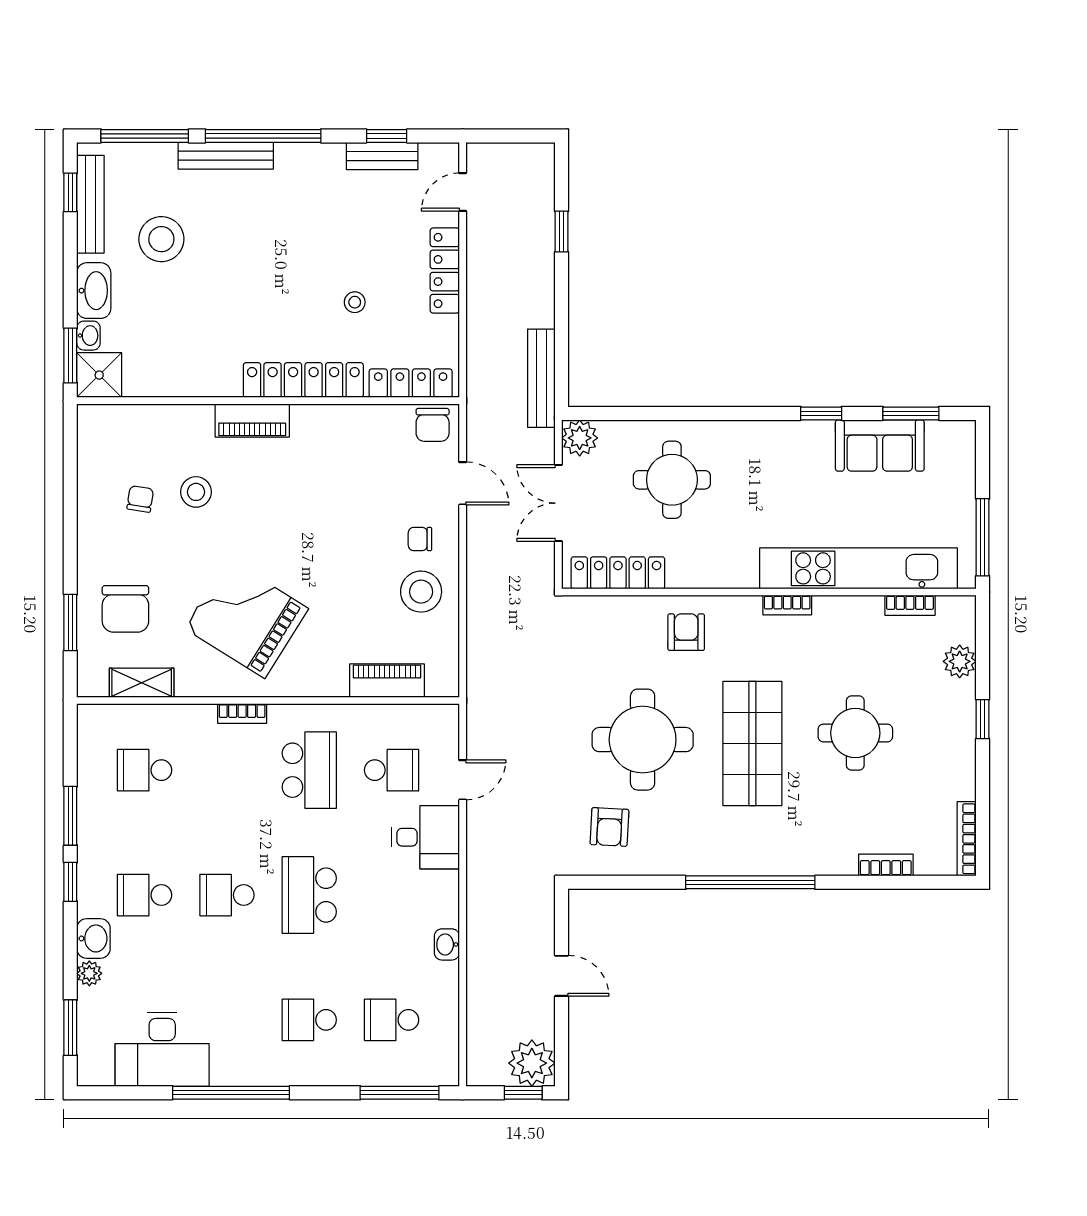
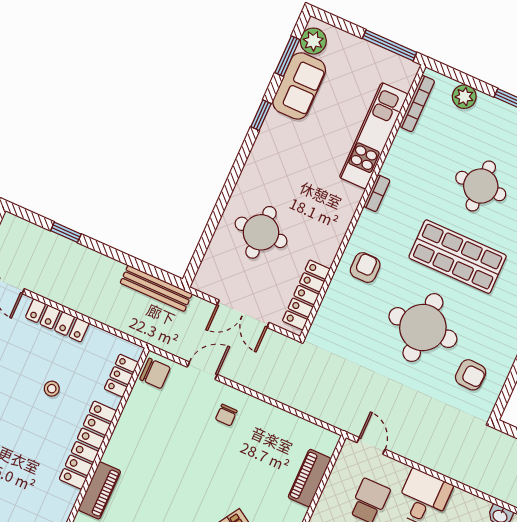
locker: (411, 383) -> (121, 376), width x0.66
plant: (580, 438) -> (313, 41), moved
kitchen unit: (859, 568) -> (374, 136), width x0.73
stool: (421, 592) -> (261, 430), removed
bookcase: (910, 605) -> (417, 104), width x1.56
armchair: (686, 632) -> (365, 268), turned 90
door: (463, 780) -> (371, 446), moved

